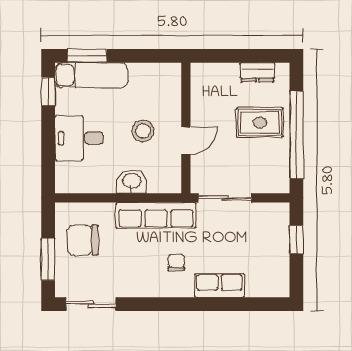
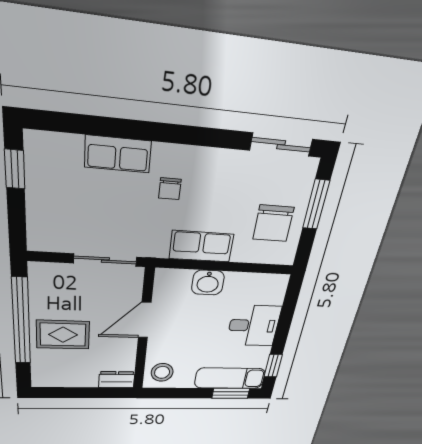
dresser: (257, 72) -> (117, 380), moved
stool: (143, 131) -> (162, 372), moved
door: (186, 140) -> (145, 320), width x1.38
row of seats: (156, 215) -> (201, 246), width x0.68
chair: (83, 240) -> (273, 223), turned 90
window: (296, 240) -> (15, 169), moved

